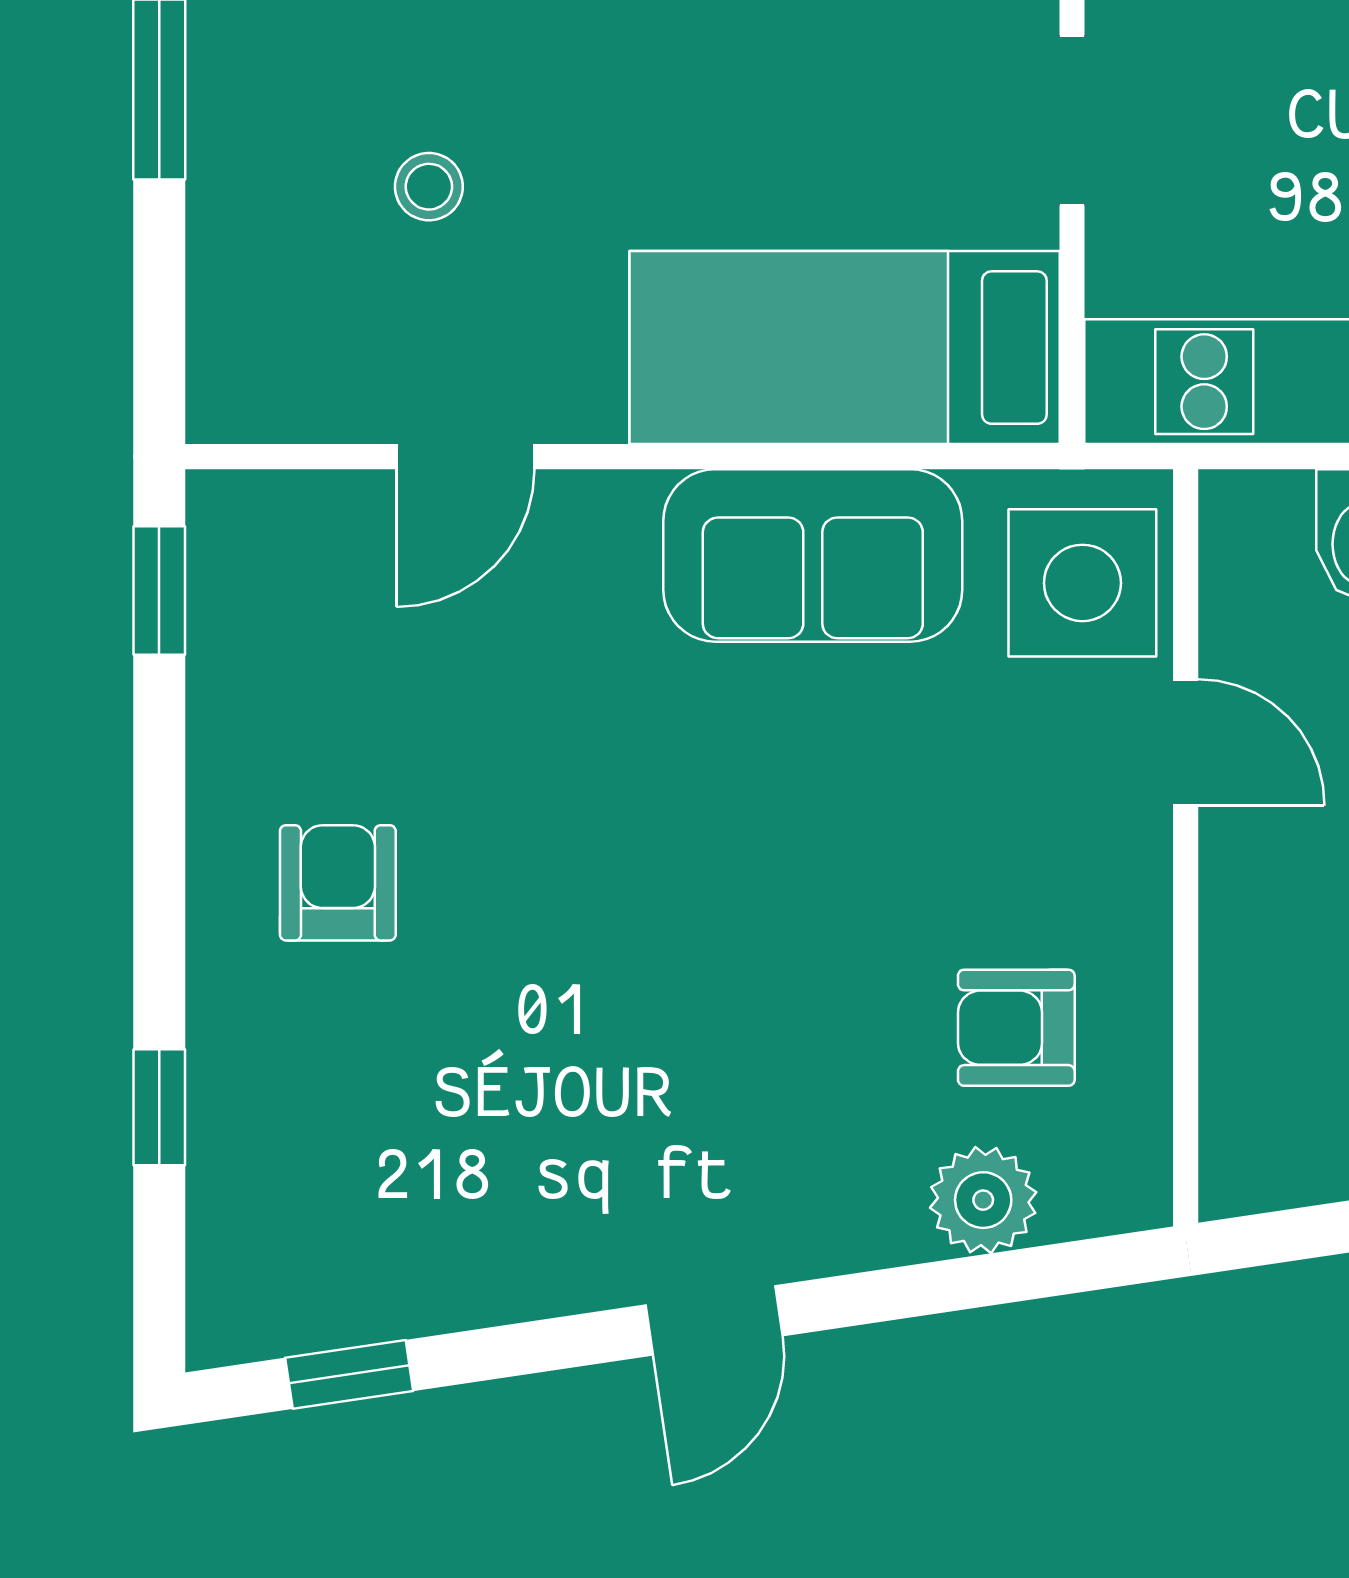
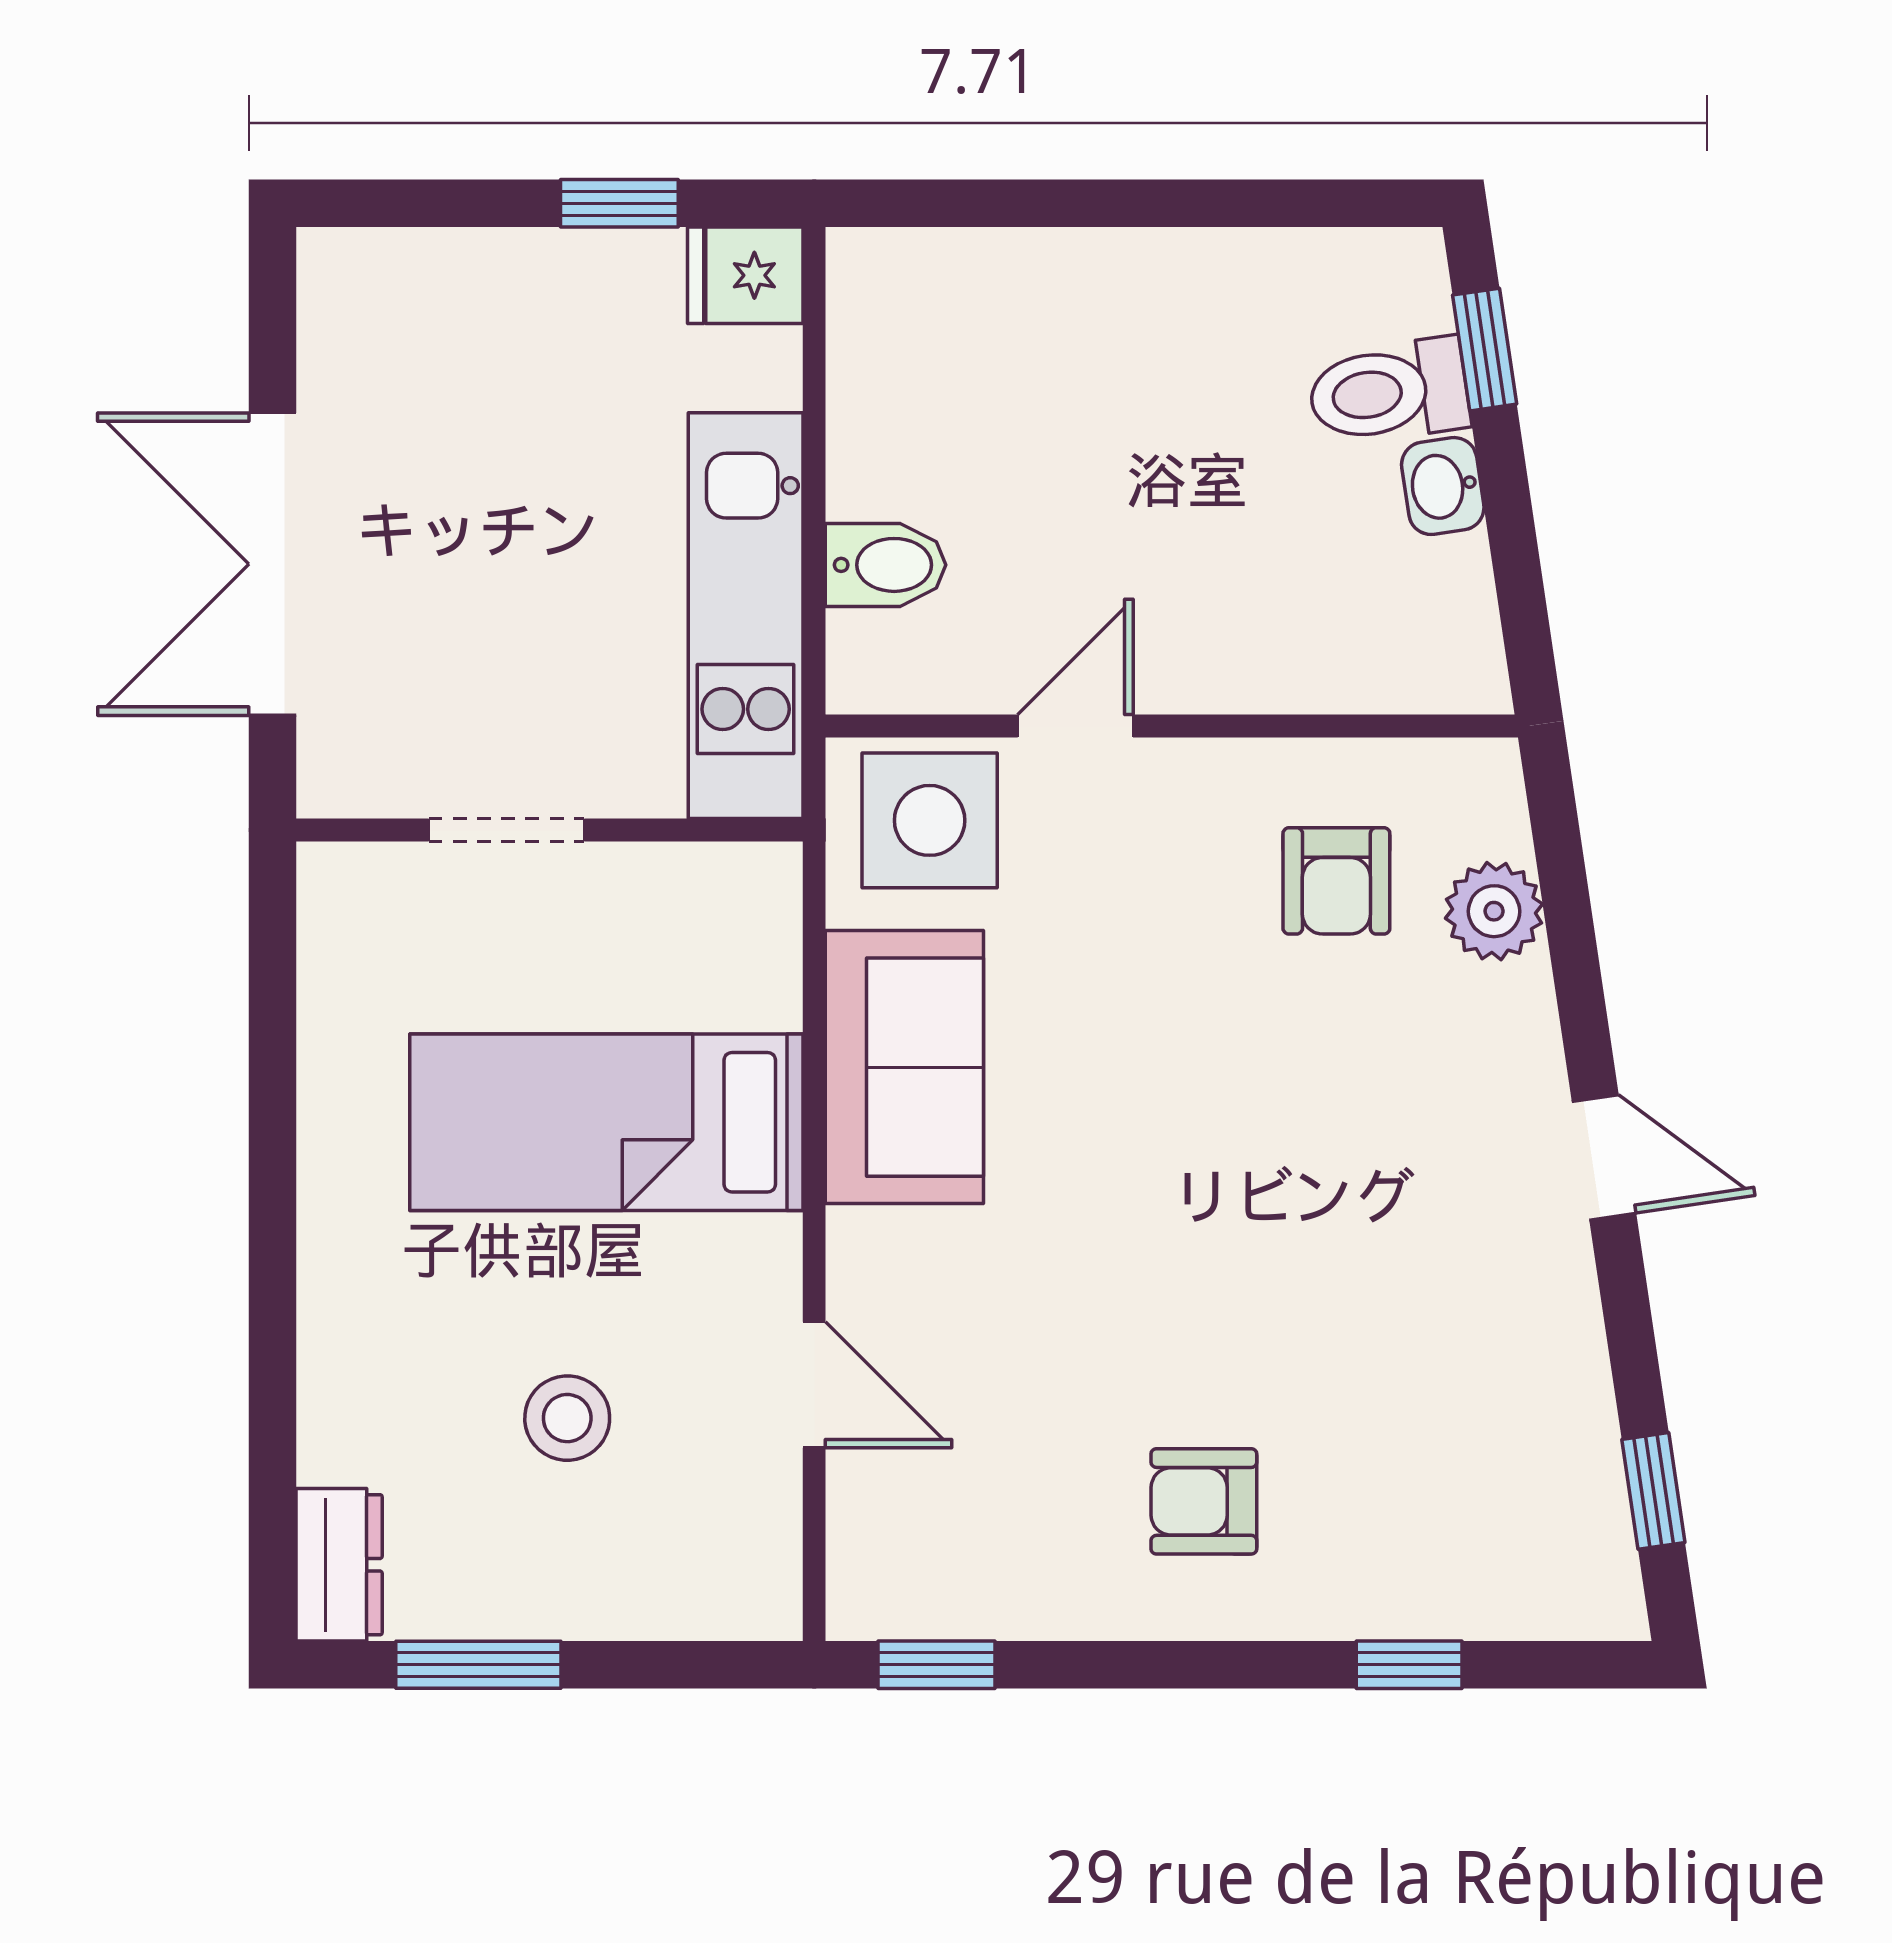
stool: (429, 187) -> (567, 1418), width x1.37, depth x1.37
bed: (845, 348) -> (606, 1122), moved, turned 90

